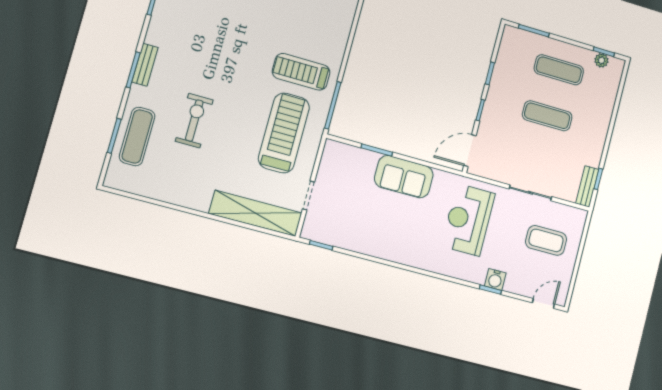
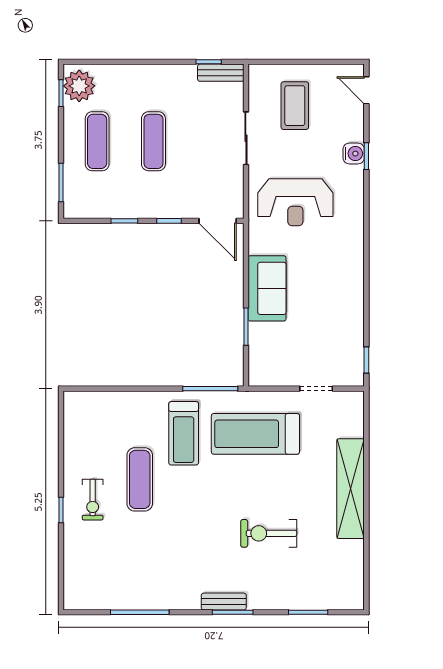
plant: (601, 60) -> (79, 86), width x1.88, depth x1.88
exercise mat: (137, 136) -> (140, 479), moved, turned 90
shelving: (255, 213) -> (351, 489), moved

